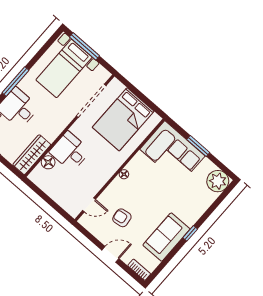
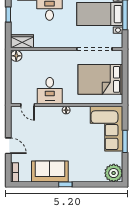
desk: (70, 151) -> (50, 91), moved, turned 180
wardrobe: (32, 155) -> (22, 41), width x0.67
floor lamp: (48, 162) -> (16, 56), moved
armchair: (122, 218) -> (38, 133), removed

